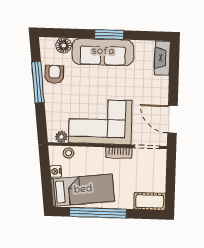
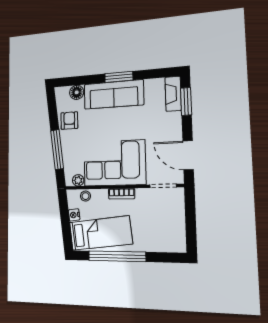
window: (174, 67) -> (186, 101), added
window: (38, 82) -> (57, 150), moved
bookcase: (119, 153) -> (122, 194), moved
cot: (150, 201) -> (170, 243), removed

